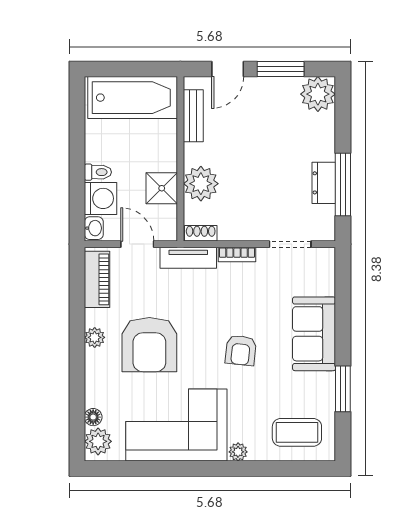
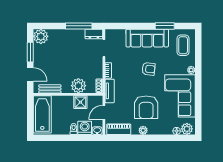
dresser: (324, 183) -> (94, 34), moved
sofa: (314, 334) -> (147, 38), width x1.36
armchair: (149, 345) -> (146, 107), turned 90

